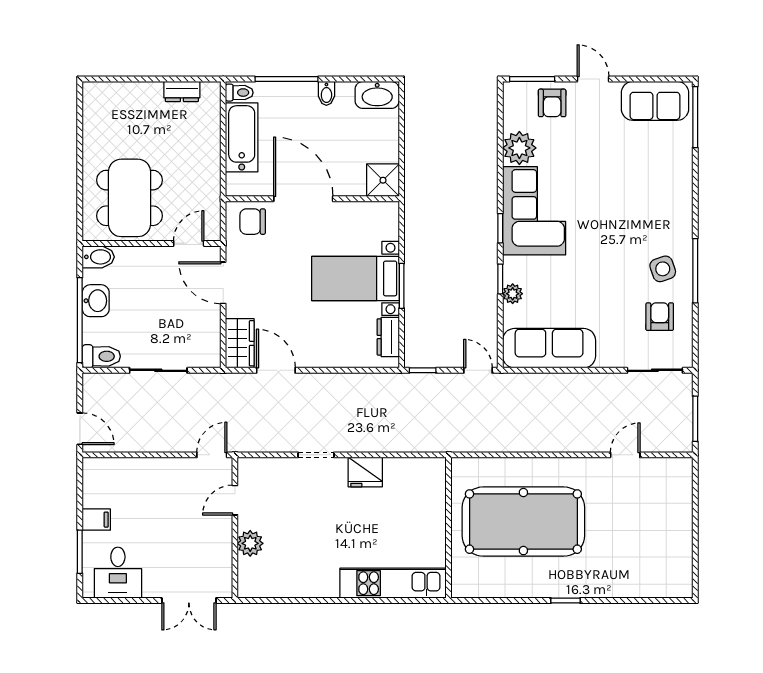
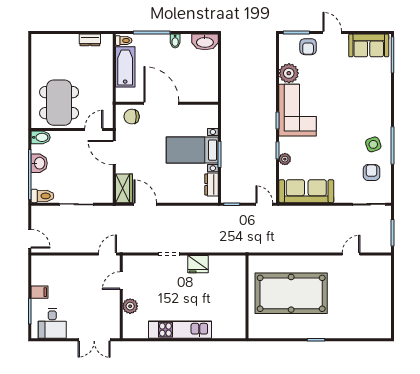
shower: (383, 180) -> (208, 92), removed
kitchen unit: (393, 583) -> (180, 330), moved

